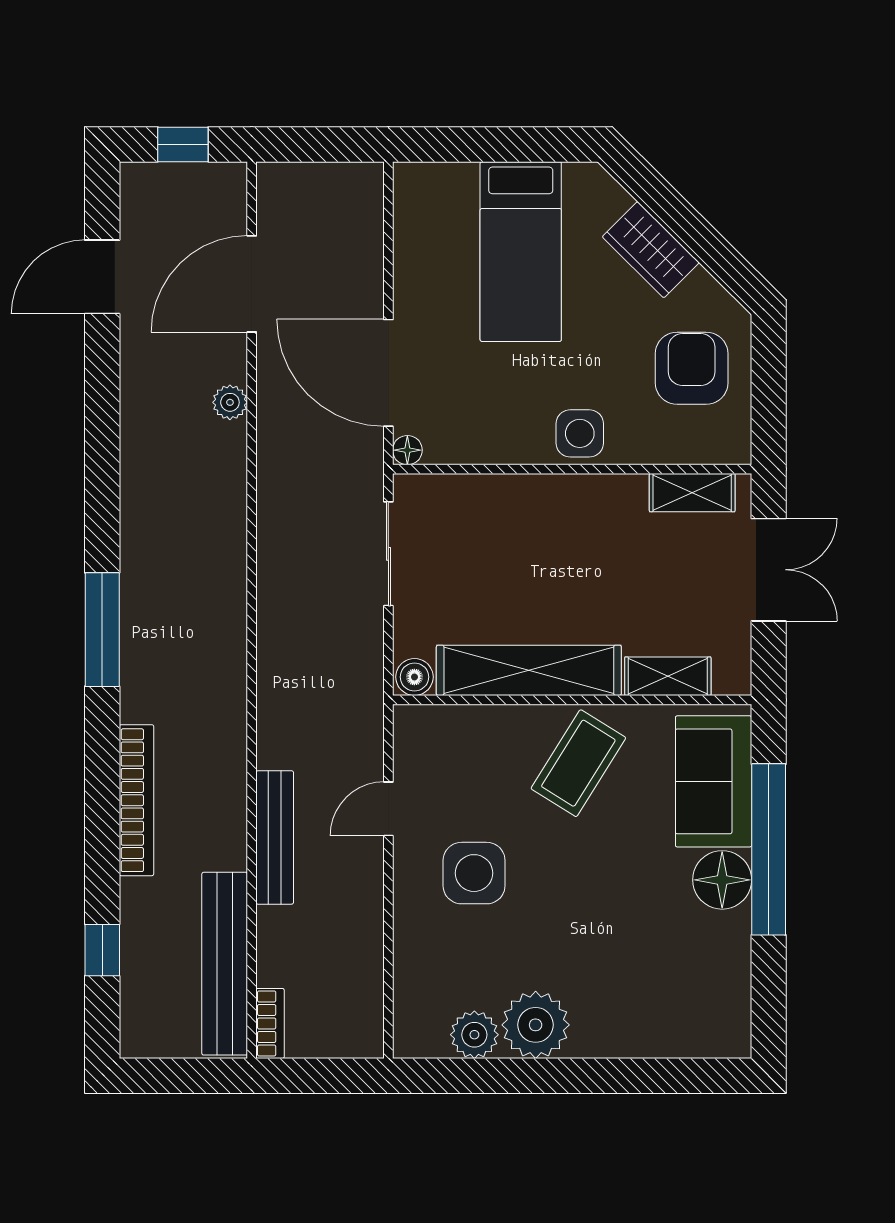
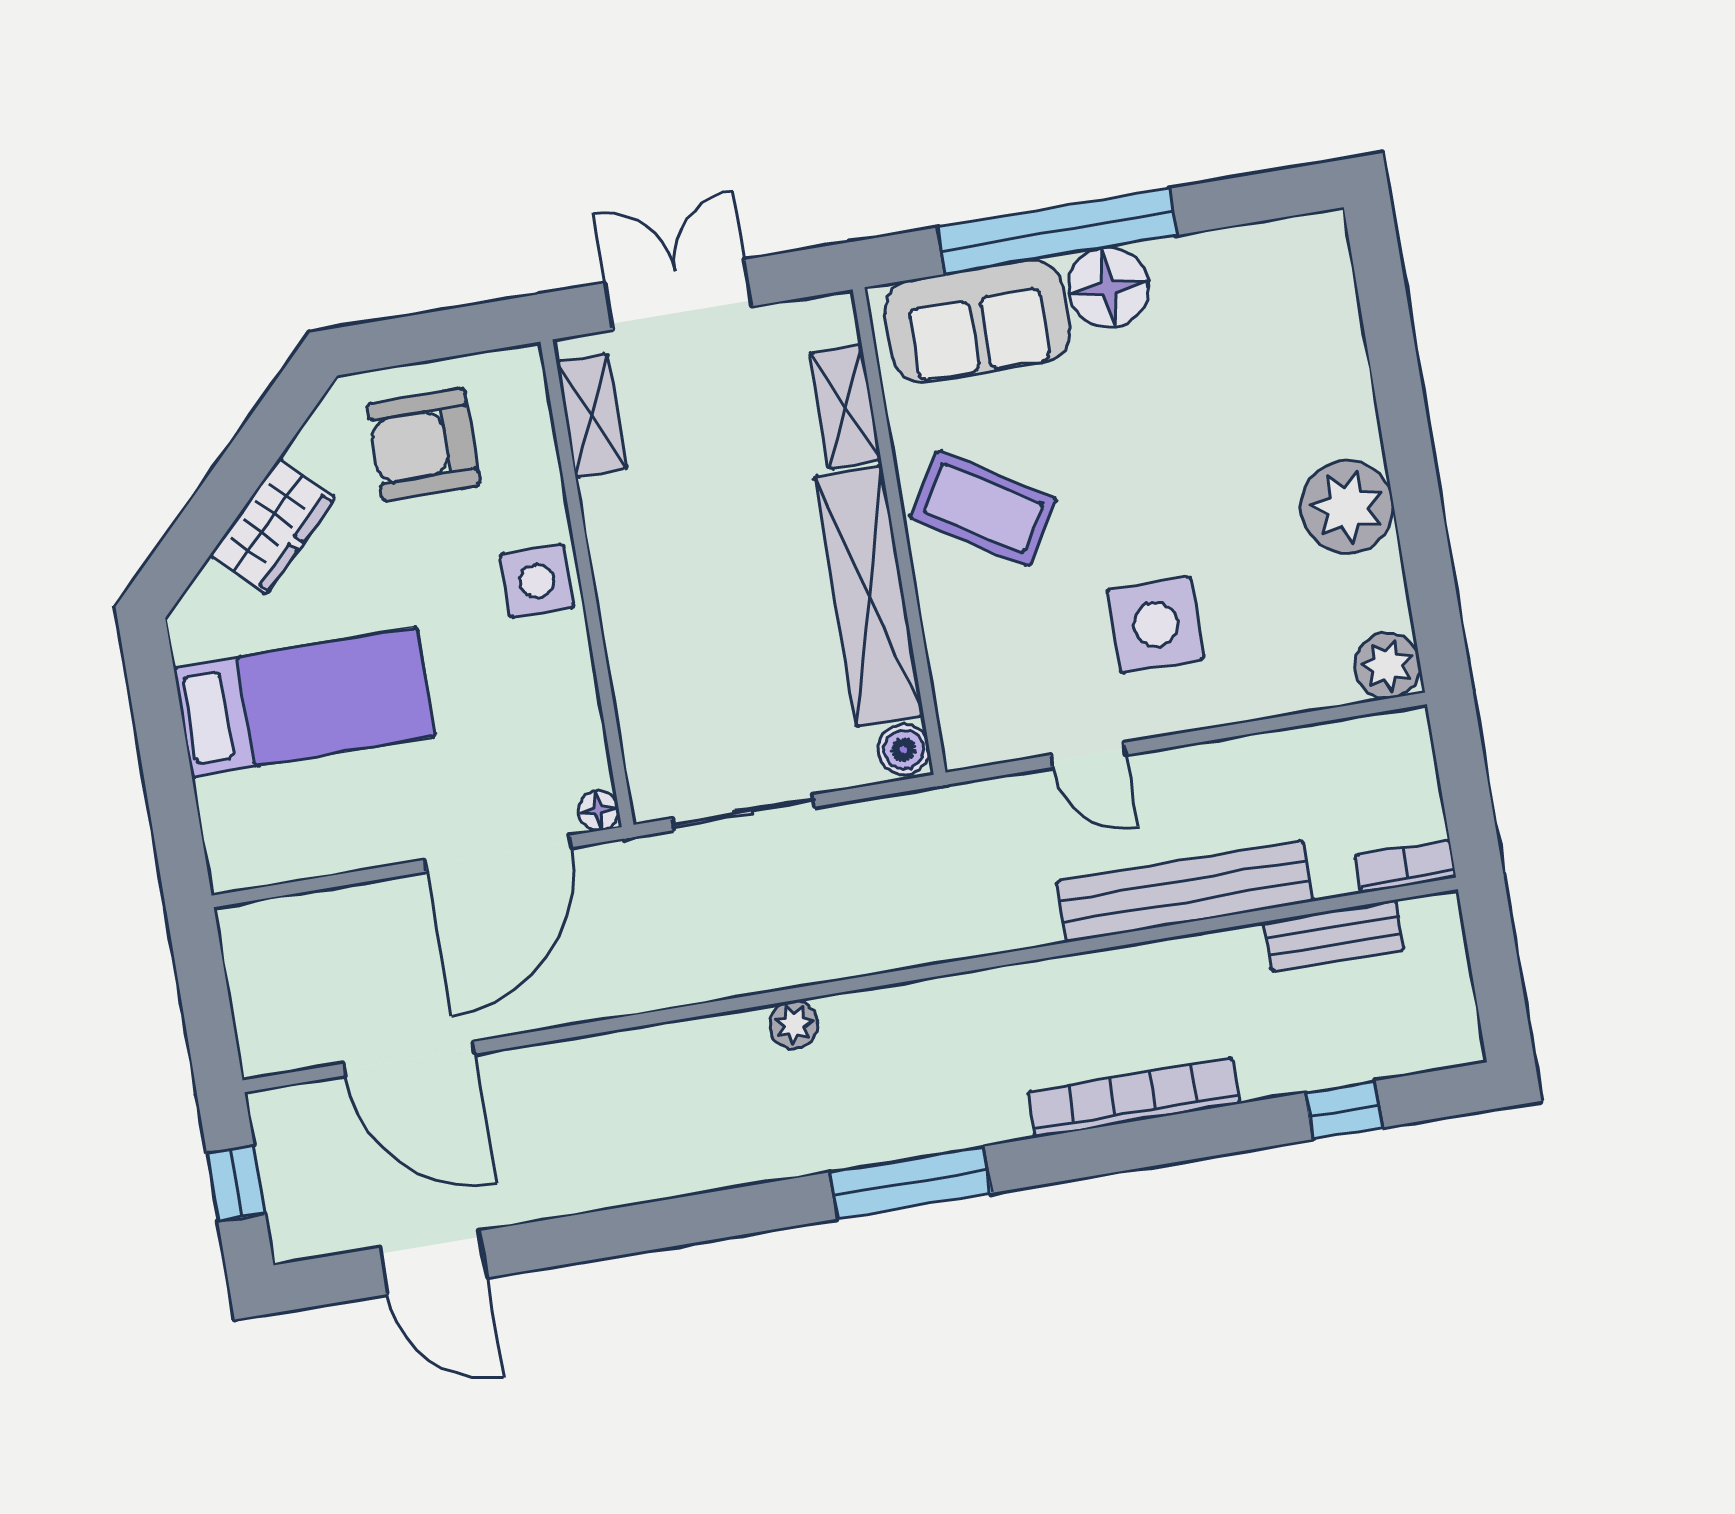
plant: (230, 402) -> (794, 1025), moved
bench: (275, 837) -> (1185, 891), width x1.37, depth x1.21
bench: (225, 964) -> (1334, 936), width x0.54, depth x0.82
plant: (474, 1035) -> (1387, 666), moved

